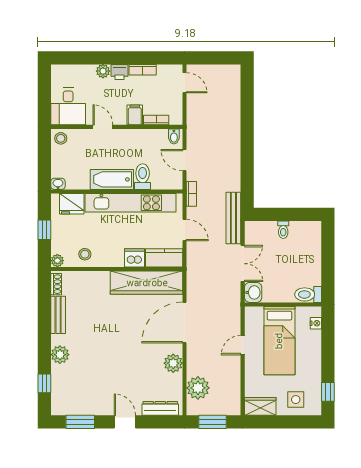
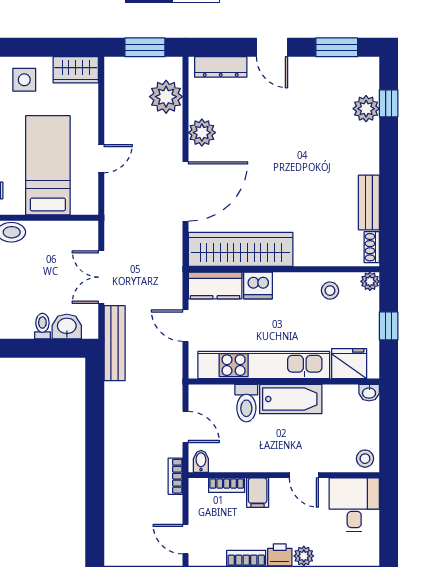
bookcase: (191, 194) -> (175, 476), moved
washbasin: (253, 292) -> (67, 327), moved, turned 90
plant: (60, 355) -> (366, 109), moved

